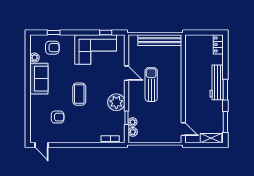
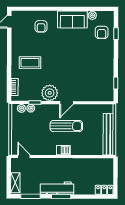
corner sofa: (96, 50) -> (100, 73), removed
door: (127, 73) -> (67, 103), moved
workbench: (217, 82) -> (57, 188), moved
barbecue: (177, 88) -> (63, 150), added
coffee table: (79, 94) -> (30, 63), moved
armchair: (58, 117) -> (41, 26), moved
door: (183, 129) -> (24, 156), swing flipped

